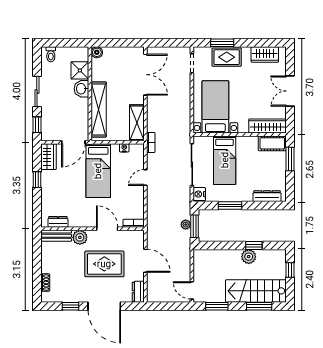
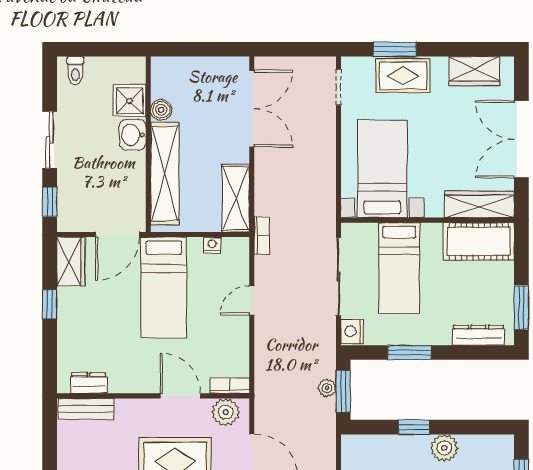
boiler: (97, 52) -> (161, 110), moved
double door: (290, 91) -> (521, 139), width x1.37
cot: (272, 143) -> (479, 241), width x1.37, depth x1.34
window: (290, 159) -> (521, 308), moved
plant: (80, 237) -> (226, 412), moved
window: (254, 245) -> (414, 427), moved

